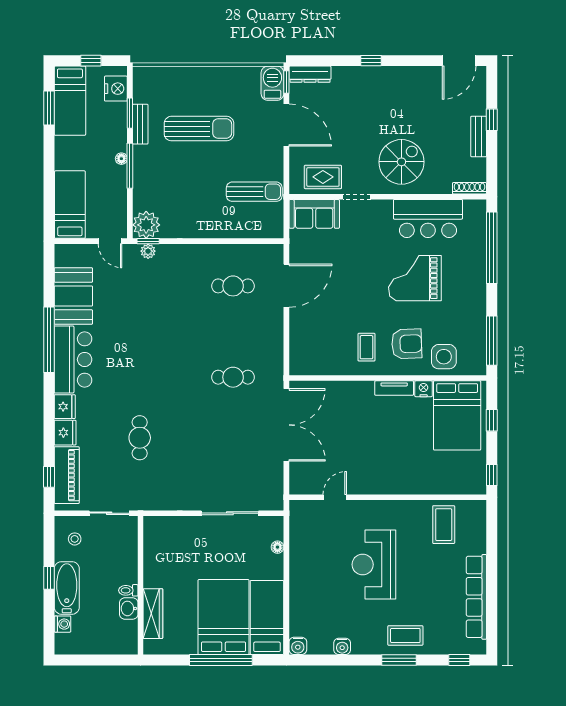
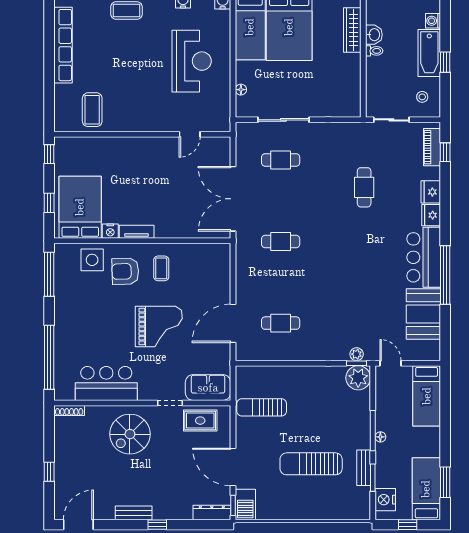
bench: (479, 136) -> (134, 513), moved, turned 90
grand piano: (415, 278) -> (159, 326), moved
cafe table: (233, 468) -> (281, 160), added
piano: (67, 475) -> (432, 147), width x0.73, depth x0.75
reception desk: (374, 565) -> (192, 61), moved

